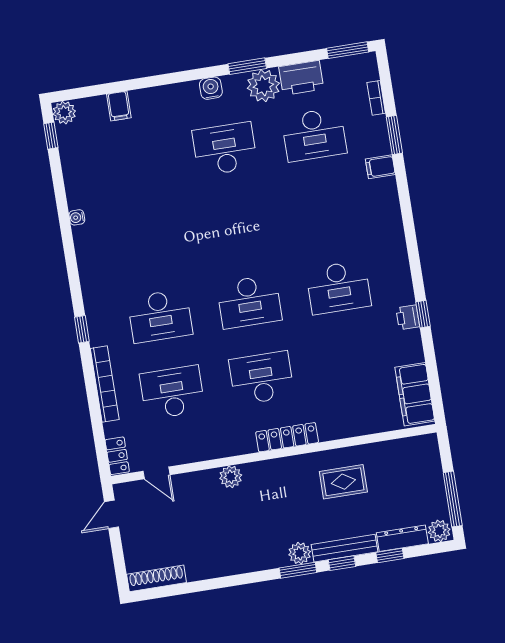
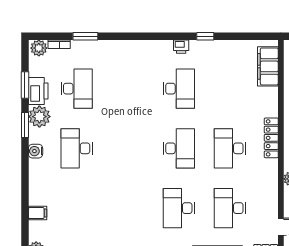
window: (348, 50) -> (25, 85), moved
plant: (366, 68) -> (39, 48), added
filing cabinet: (380, 167) -> (104, 49), removed
desk: (160, 316) -> (179, 208), turned 180
printer: (408, 317) -> (181, 47), moved
filing cabinet: (415, 394) -> (268, 66), moved, turned 90

